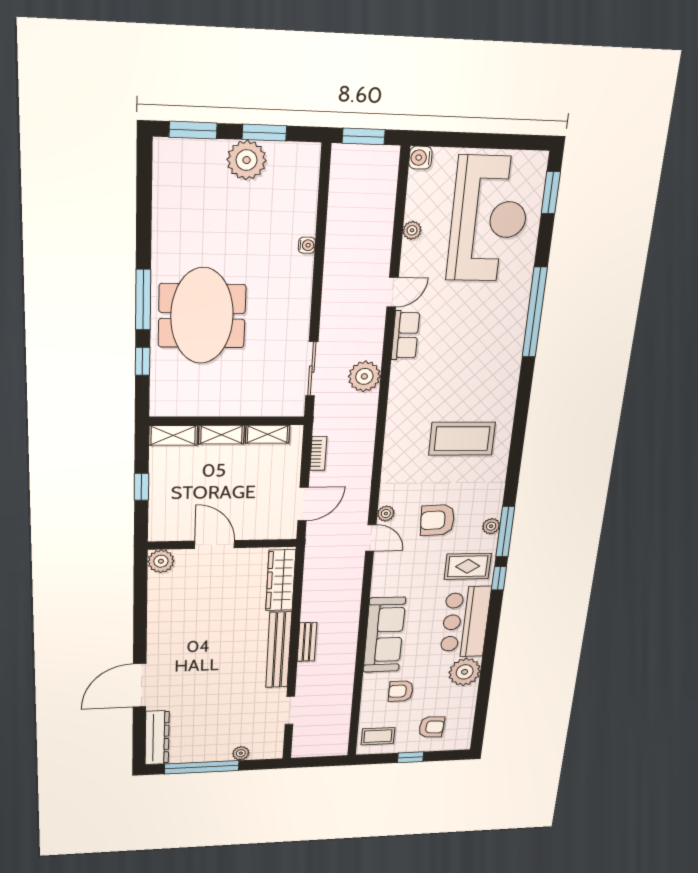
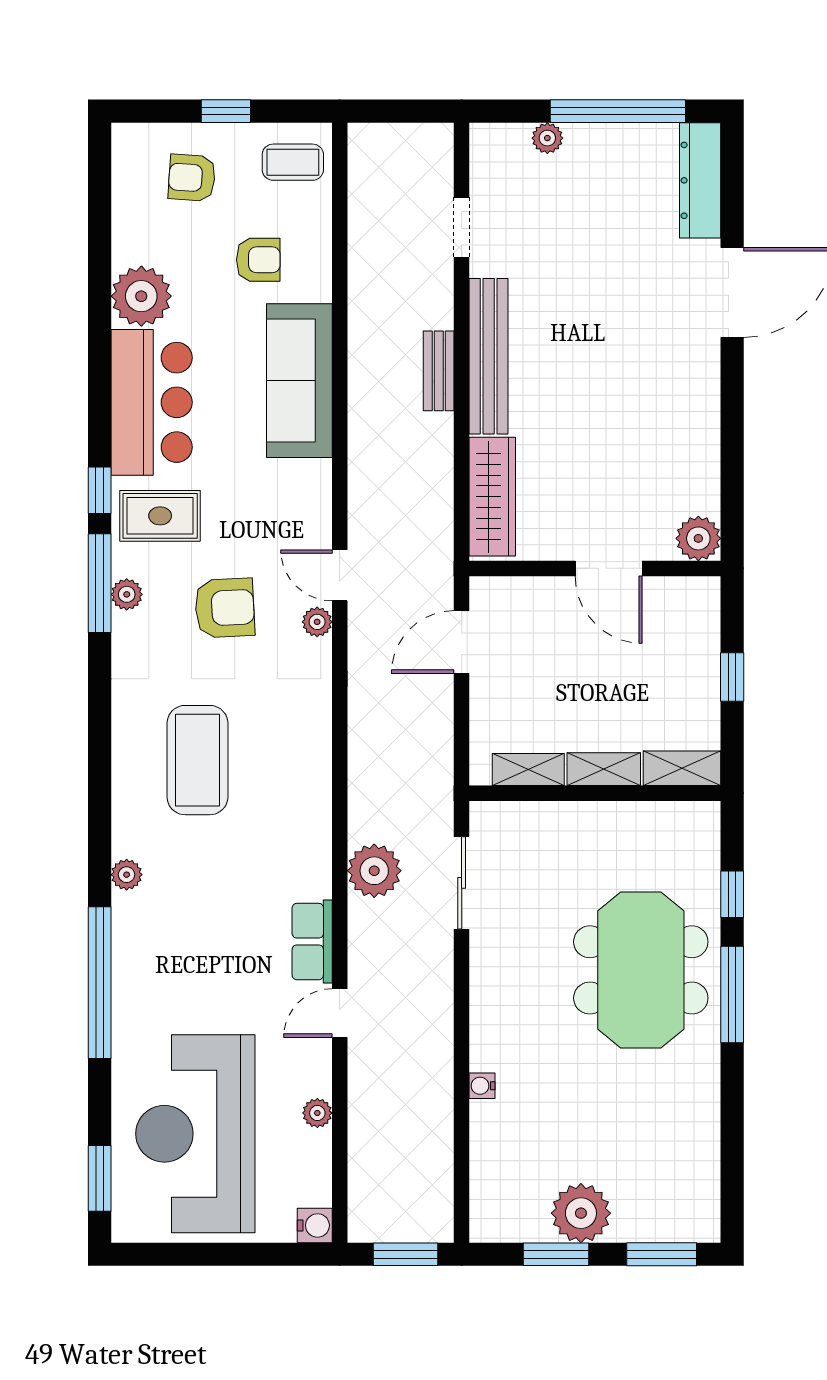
plant: (511, 375) -> (127, 875), added
coffee table: (462, 439) -> (197, 760), turned 90
bookcase: (318, 453) -> (442, 735), removed

